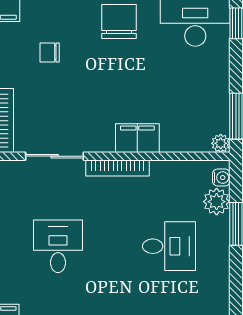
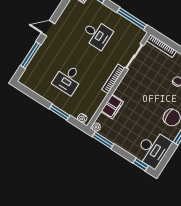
filing cabinet: (137, 138) -> (112, 107), moved
plant: (217, 202) -> (74, 110), removed

